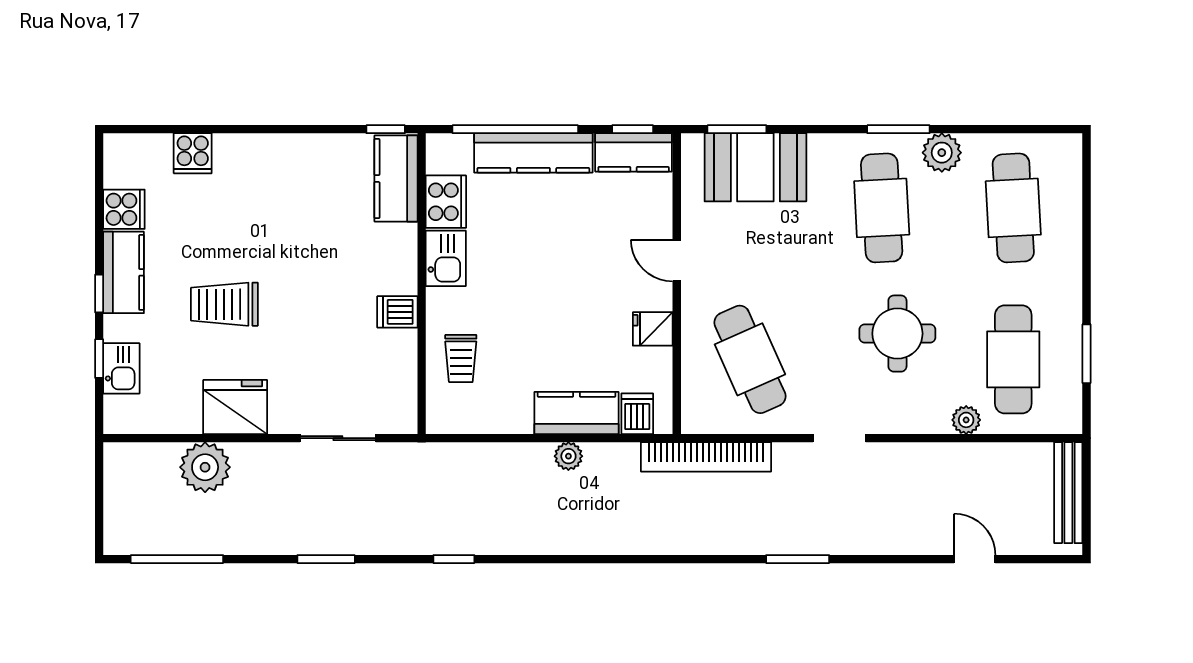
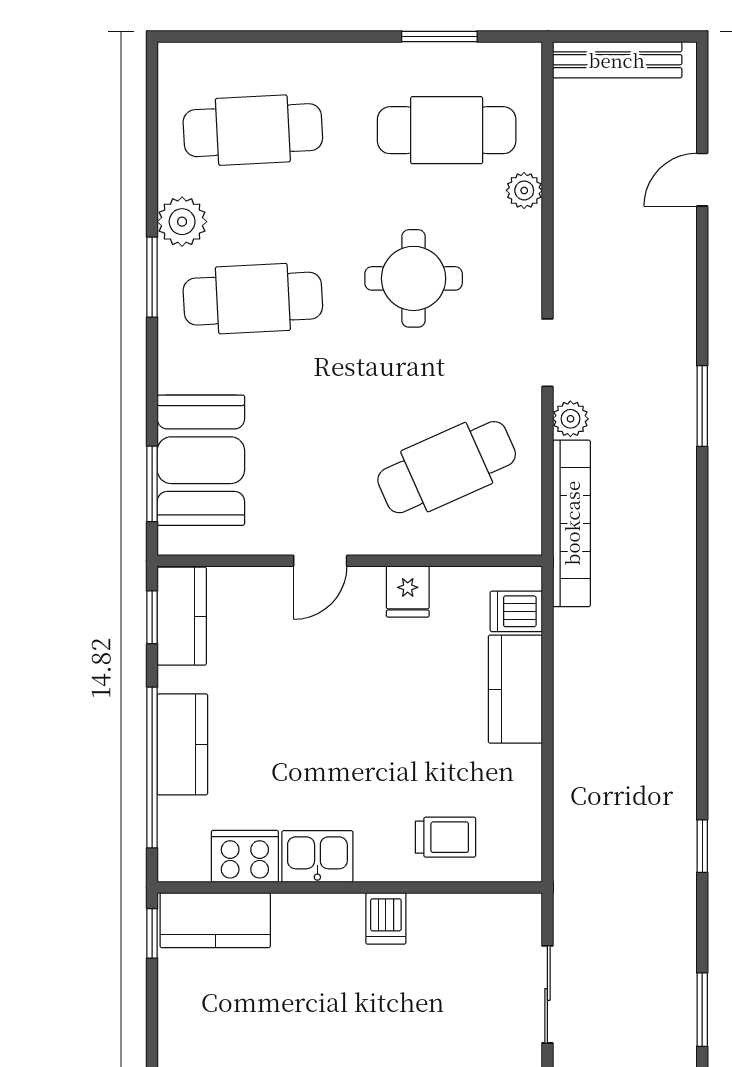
kitchen counter: (533, 153) -> (182, 744), width x0.67
plant: (568, 456) -> (570, 419), moved

